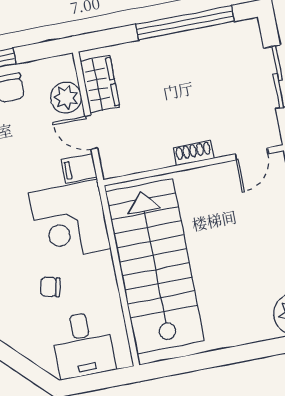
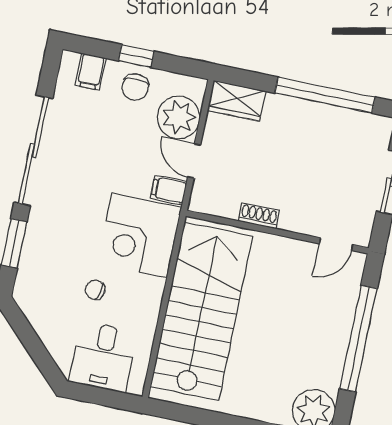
wardrobe: (100, 84) -> (237, 101), moved, turned 90
plant: (66, 98) -> (179, 117), width x1.36, depth x1.36
shoe rack: (194, 153) -> (259, 216), moved

